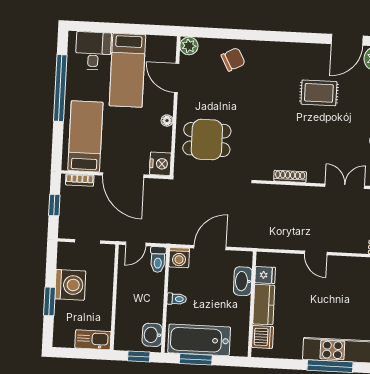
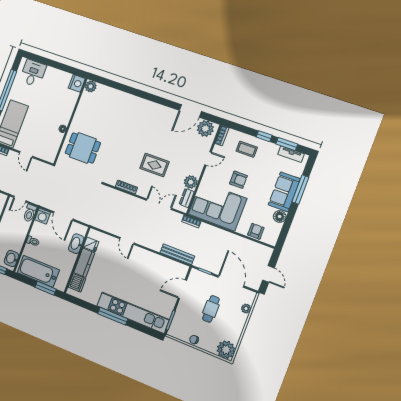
chair: (233, 59) -> (115, 103), removed
bed: (127, 70) -> (49, 91), removed
door: (177, 78) -> (77, 104), removed
rug: (319, 93) -> (154, 165), moved
nightstand: (160, 164) -> (77, 83), moved
door: (123, 175) -> (26, 154), width x0.53
door: (210, 248) -> (63, 216), swing flipped
window: (196, 359) -> (46, 288), moved

